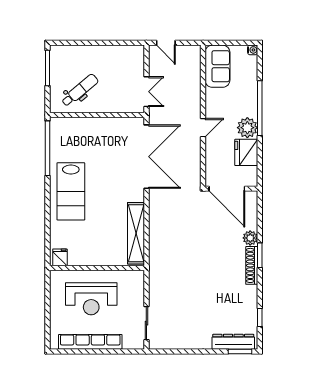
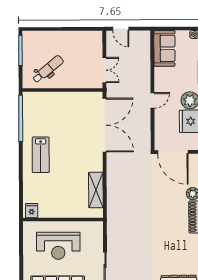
lab bench: (71, 191) -> (41, 155), width x0.73, depth x0.72
shelving: (136, 233) -> (96, 190), width x0.68

